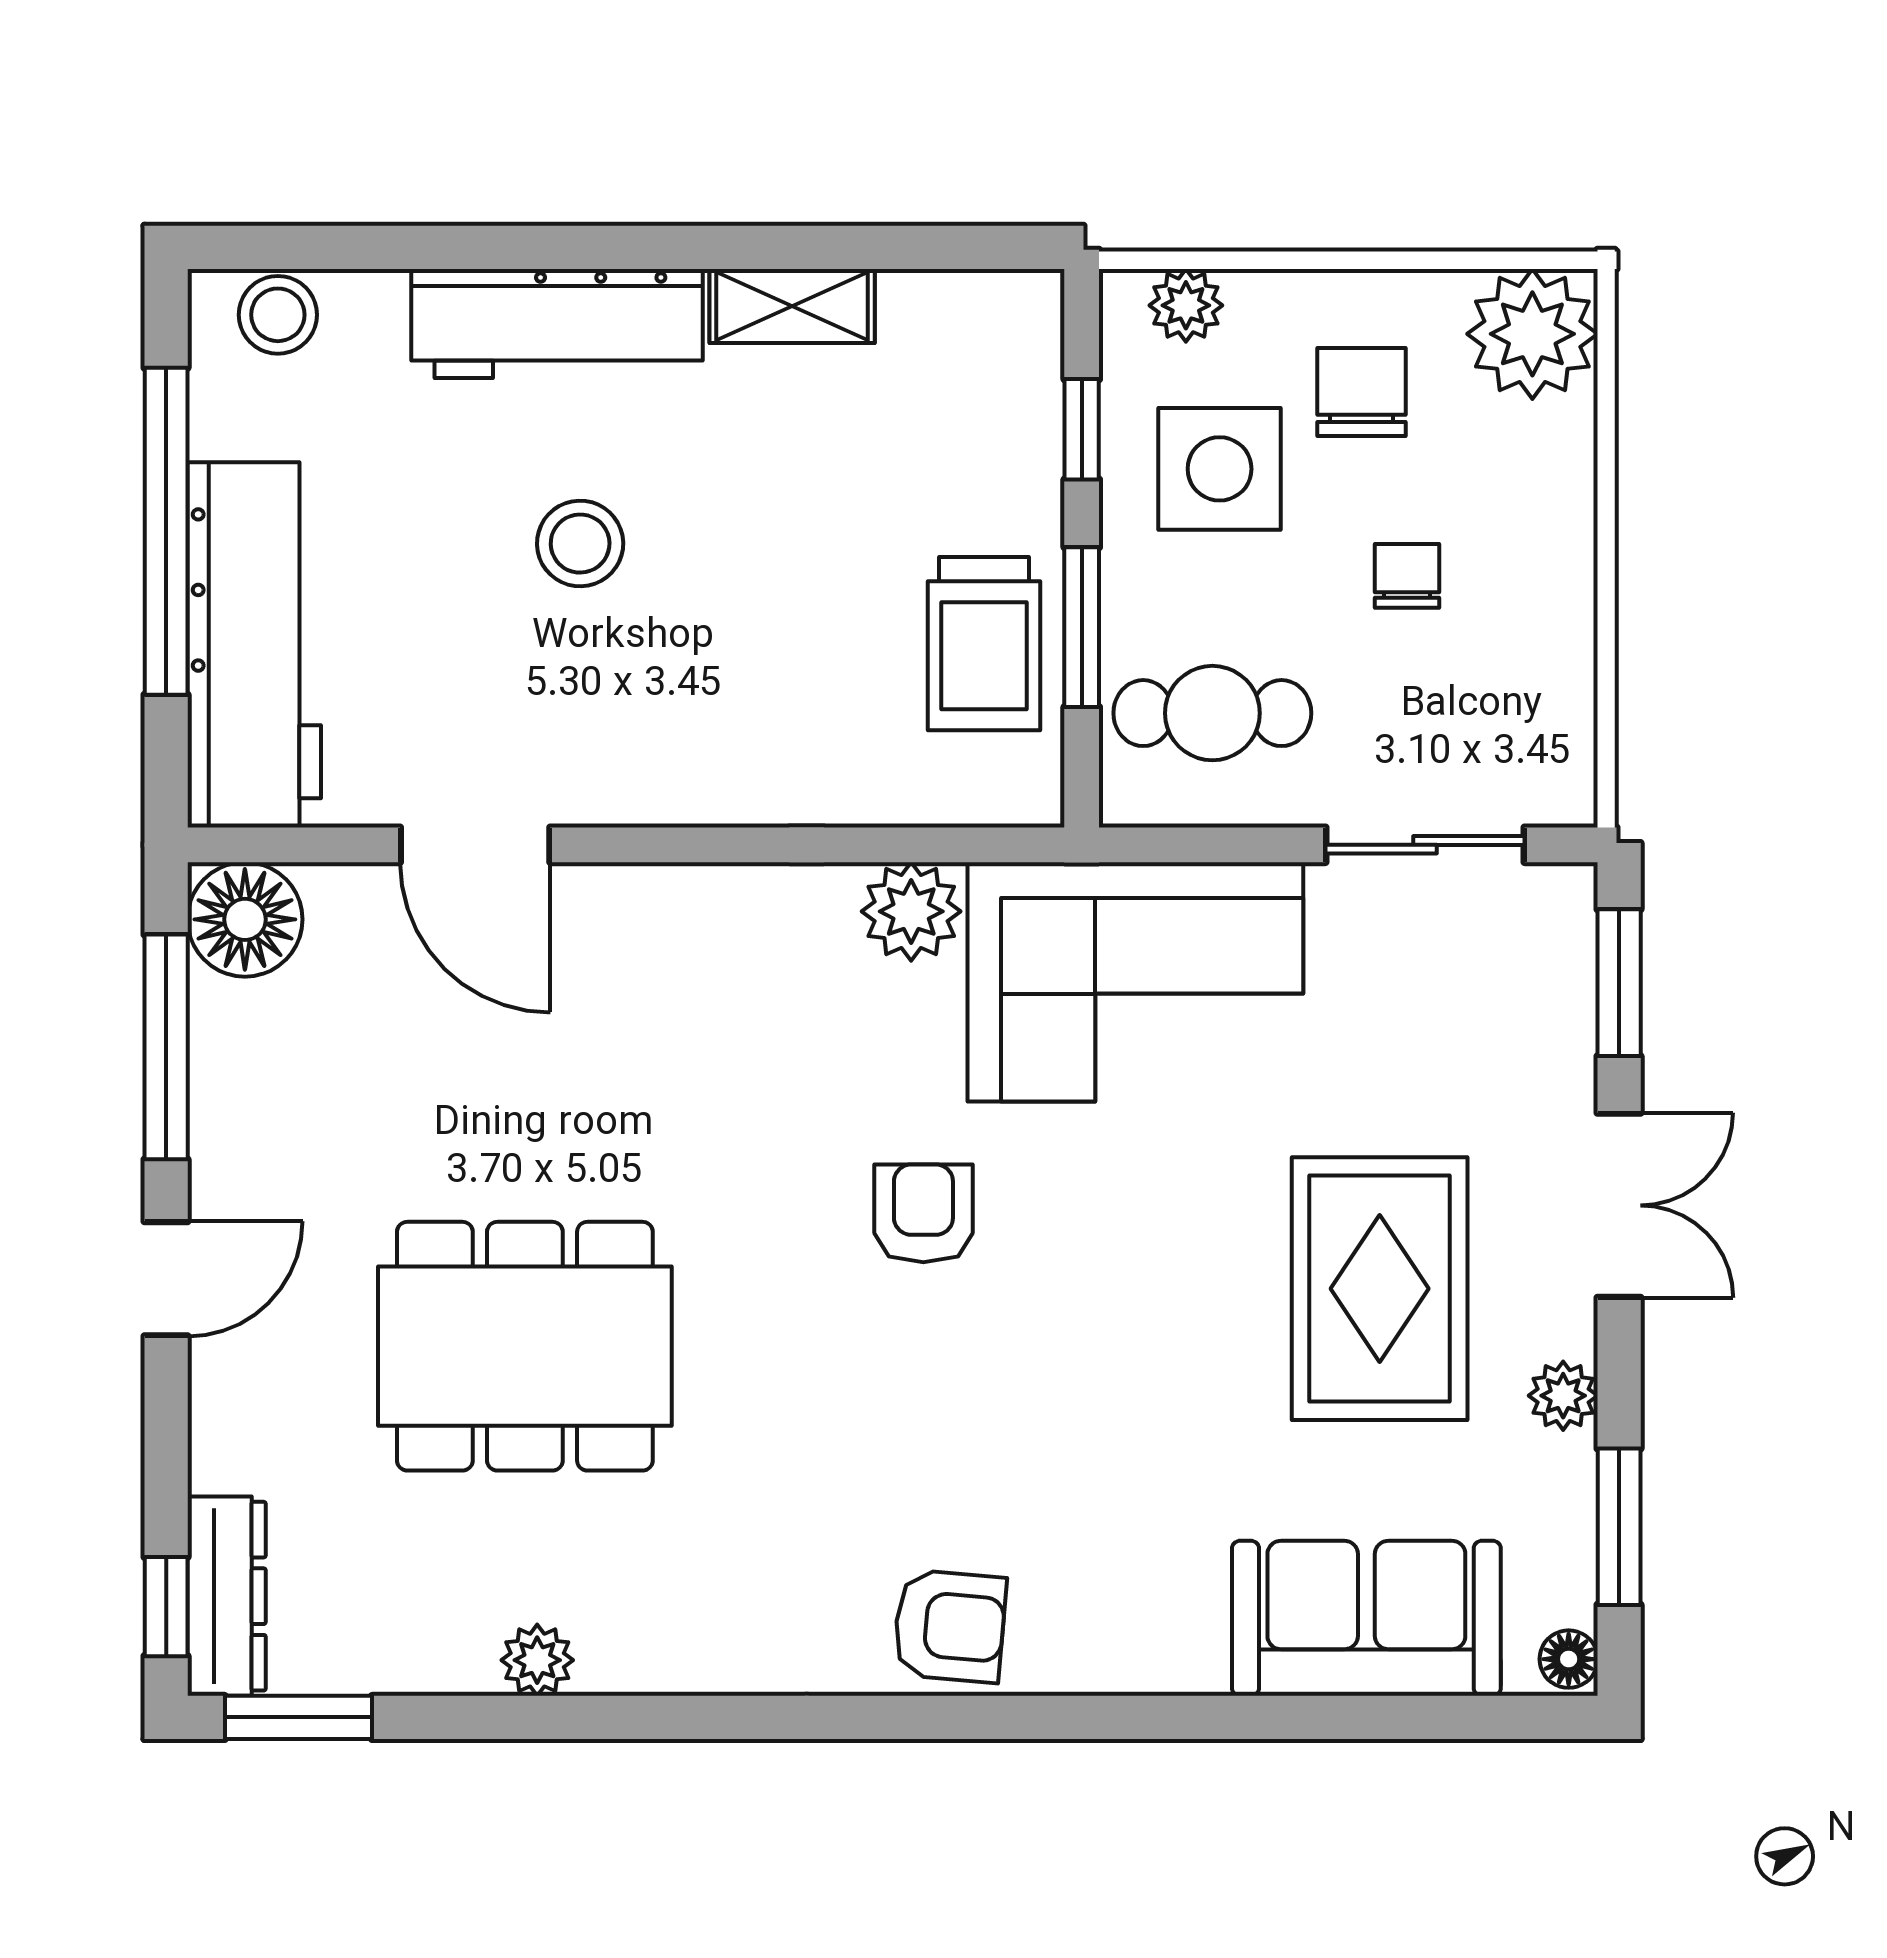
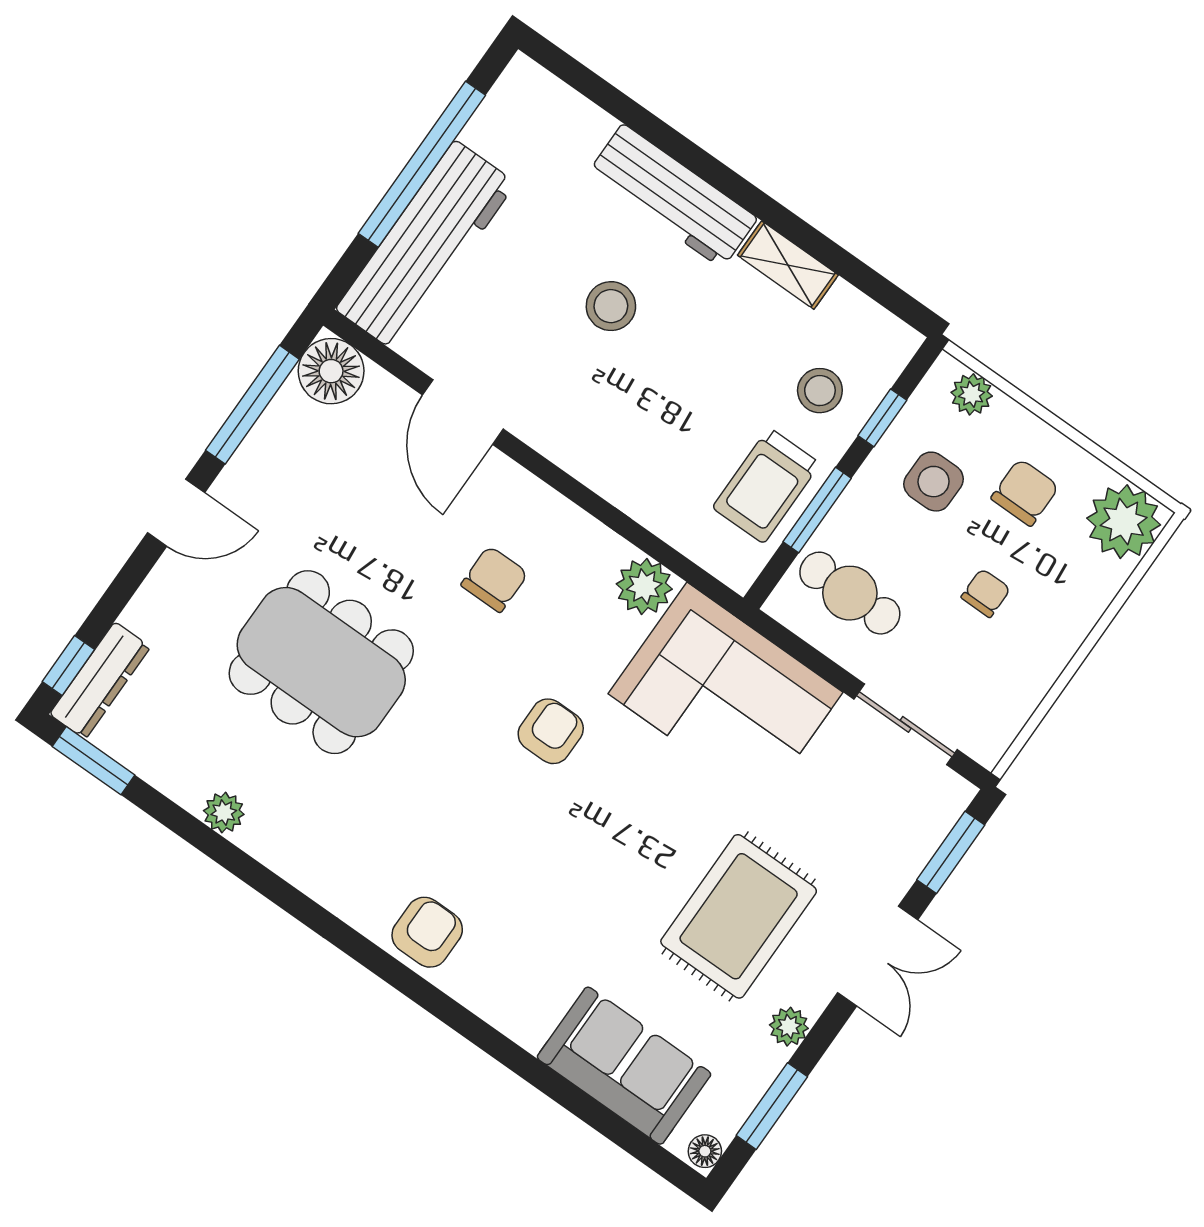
stool: (278, 315) -> (820, 391), moved
side table: (1220, 469) -> (934, 482), width x0.73, depth x0.73
chair: (689, 1052) -> (494, 579), added
armchair: (950, 1626) -> (427, 932), turned -95

